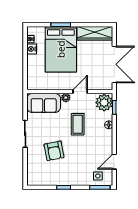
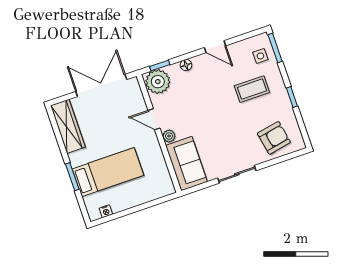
nightstand: (32, 49) -> (119, 205), removed
bed: (61, 49) -> (108, 172), width x0.67
coffee table: (78, 124) -> (252, 89), moved
armchair: (54, 151) -> (274, 138), moved
door: (114, 162) -> (215, 47), moved

